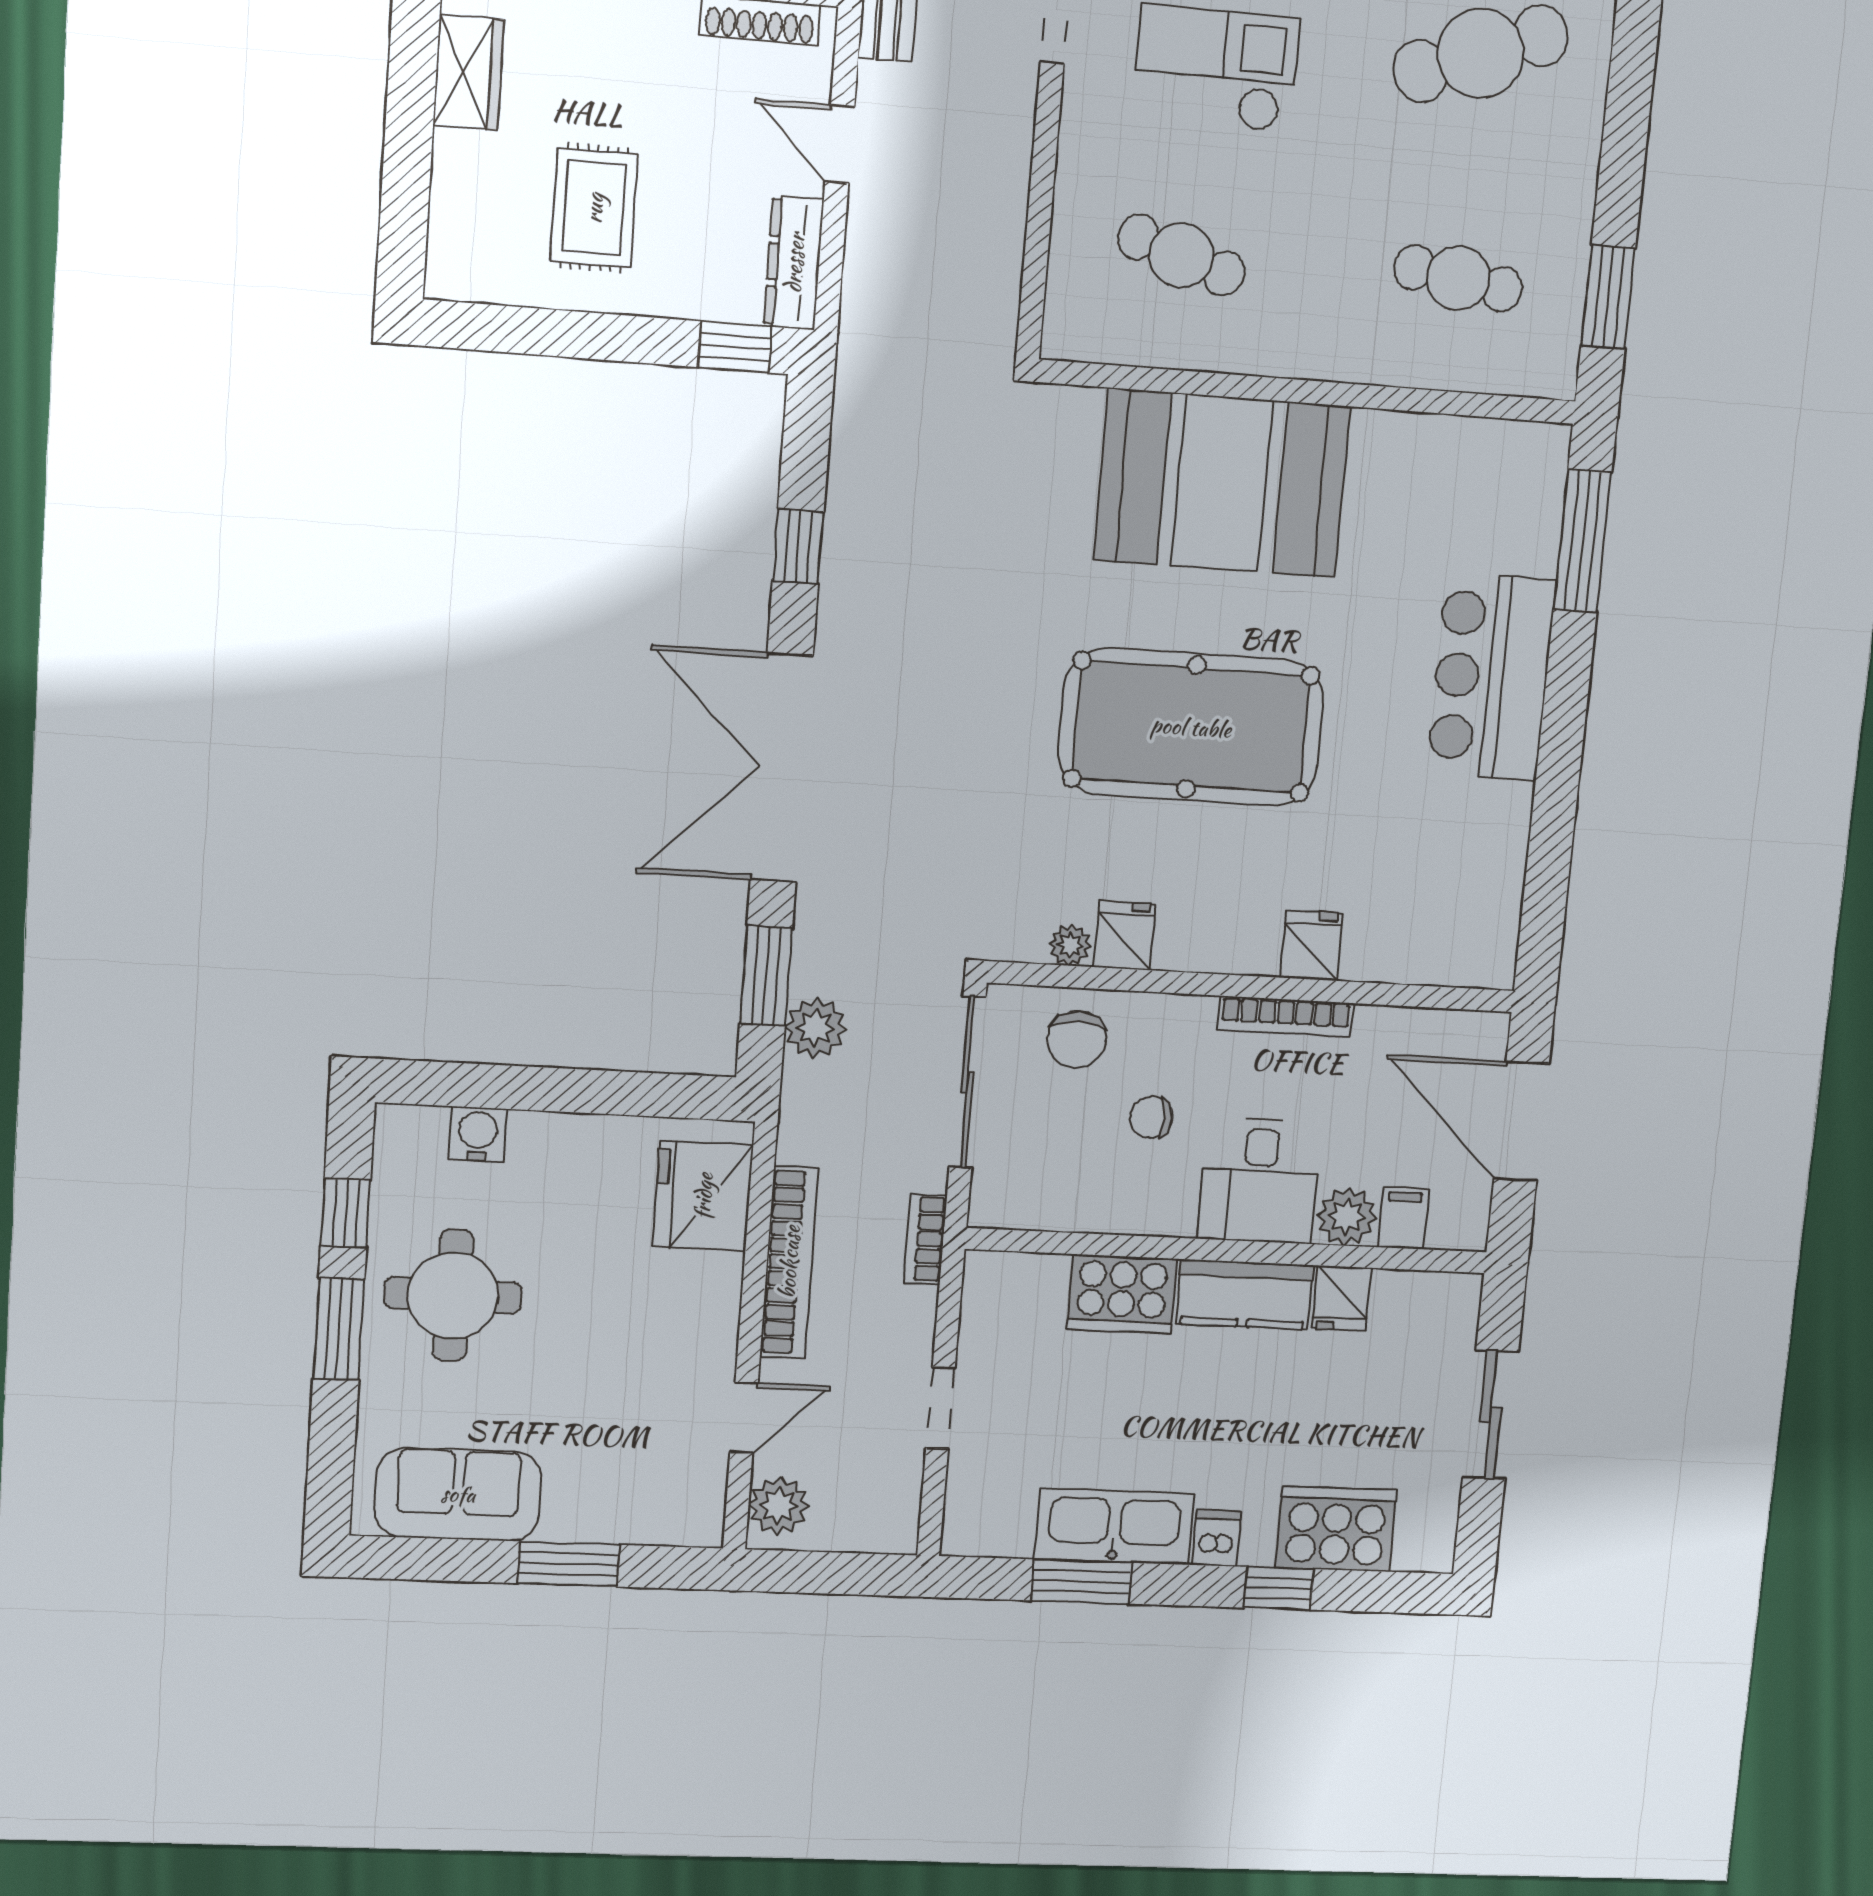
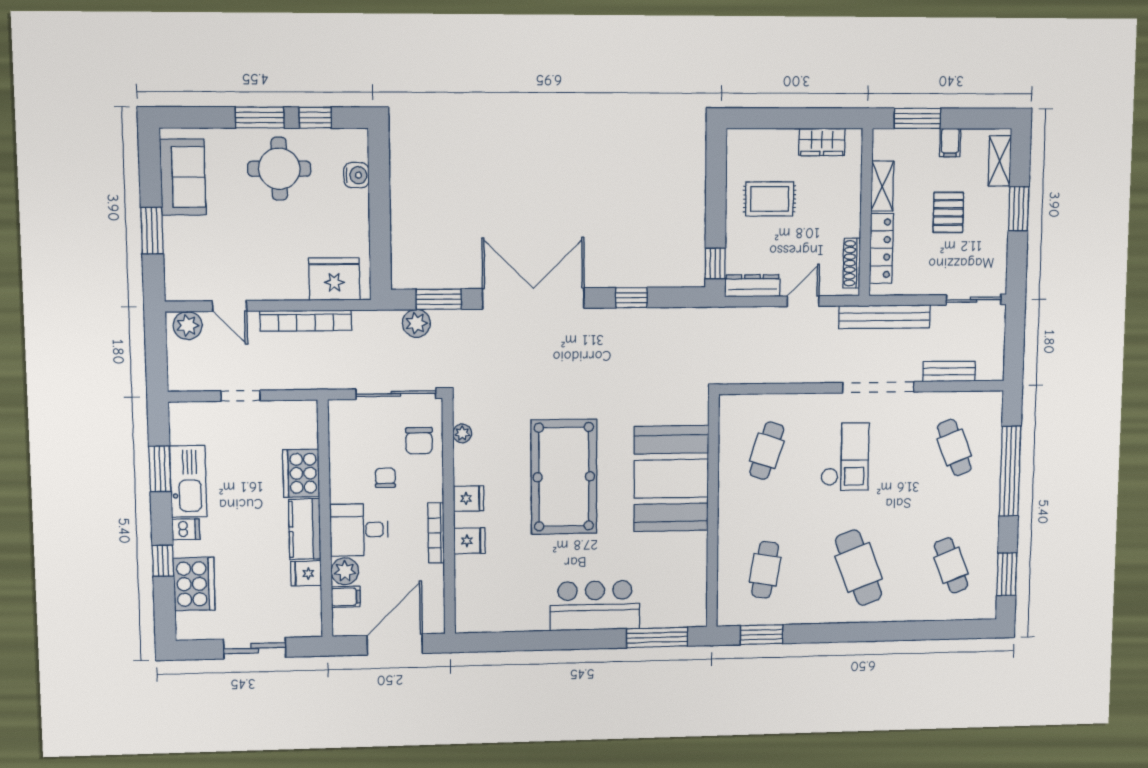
fridge: (1124, 936) -> (469, 498), moved
chair: (1077, 1040) -> (419, 441), turned -90
bookcase: (925, 1239) -> (321, 381), removed

